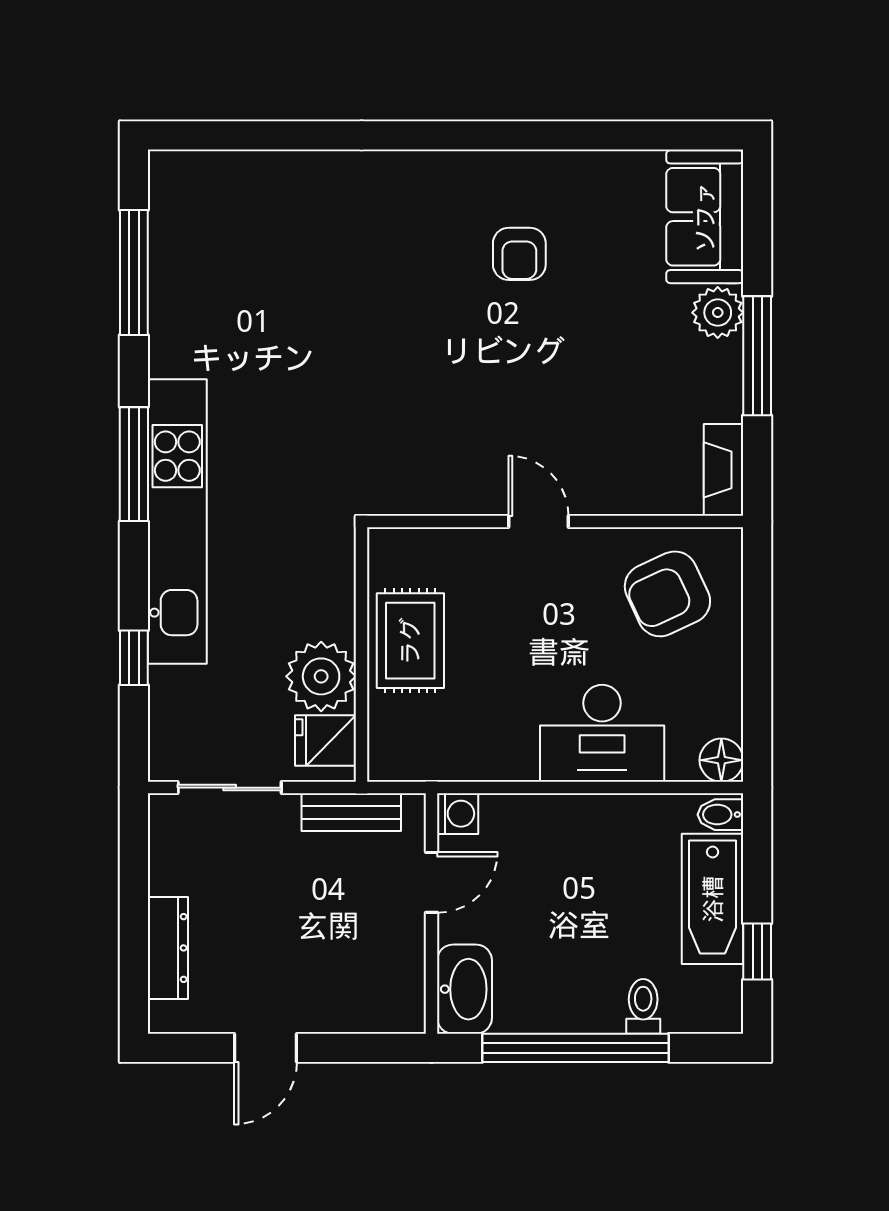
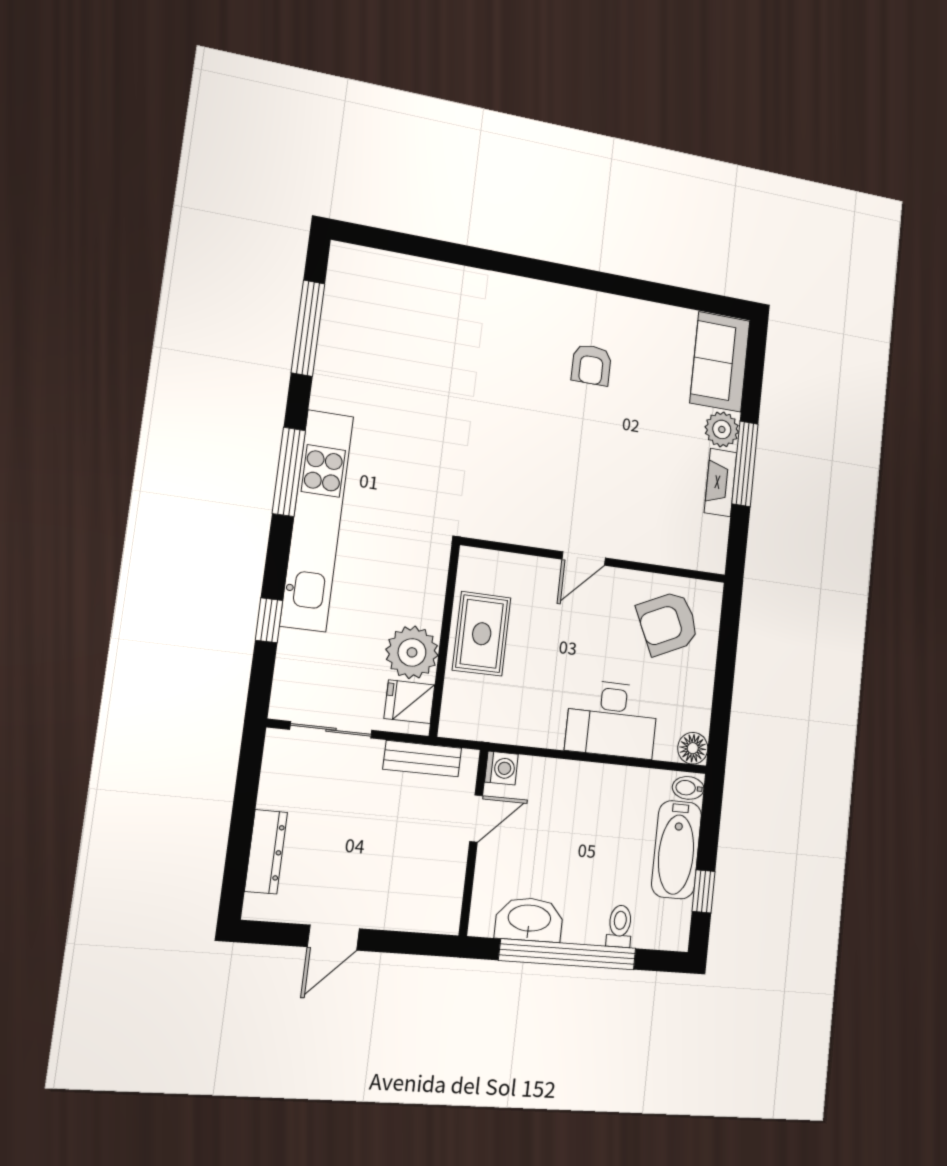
fireplace: (724, 470) -> (720, 483), moved
door: (538, 522) -> (584, 559), swing flipped
washbasin: (465, 989) -> (529, 919), moved, turned -90

